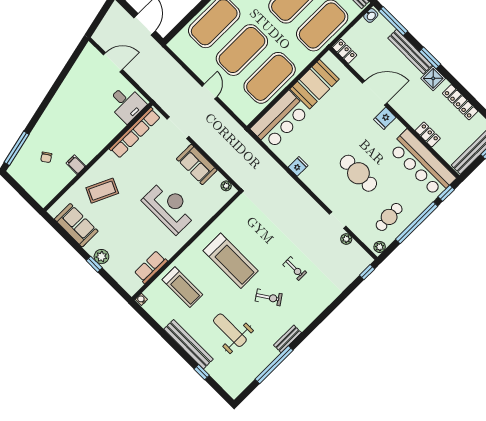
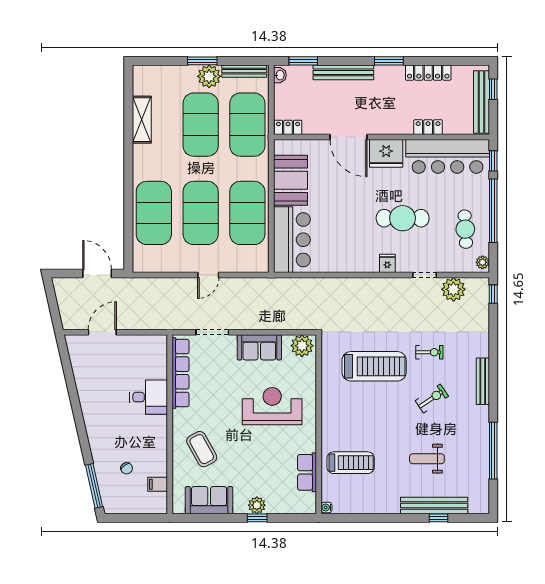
window: (393, 21) -> (303, 61), width x0.69
window: (430, 58) -> (389, 61), moved
shower: (433, 78) -> (385, 75), removed
door: (210, 91) -> (208, 275), swing flipped
door: (375, 93) -> (348, 137), swing flipped
desk: (126, 104) -> (149, 397), moved
fridge: (385, 118) -> (386, 153), width x1.88, depth x1.34
filing cabinet: (76, 165) -> (158, 484), moved
fridge: (298, 166) -> (387, 263), moved
plant: (226, 186) -> (302, 346), width x1.88, depth x1.88
coffee table: (102, 191) -> (202, 449), turned -54
plant: (346, 239) -> (453, 289), width x1.88, depth x1.88
treadmill: (231, 261) -> (374, 366), moved
weight bench: (230, 330) -> (427, 459), width x0.73, depth x0.75
bench: (287, 339) -> (483, 381), moved, width x1.36
bench: (188, 344) -> (434, 505), moved

